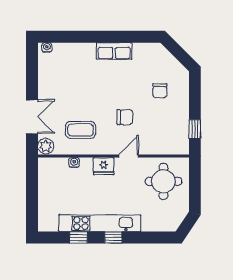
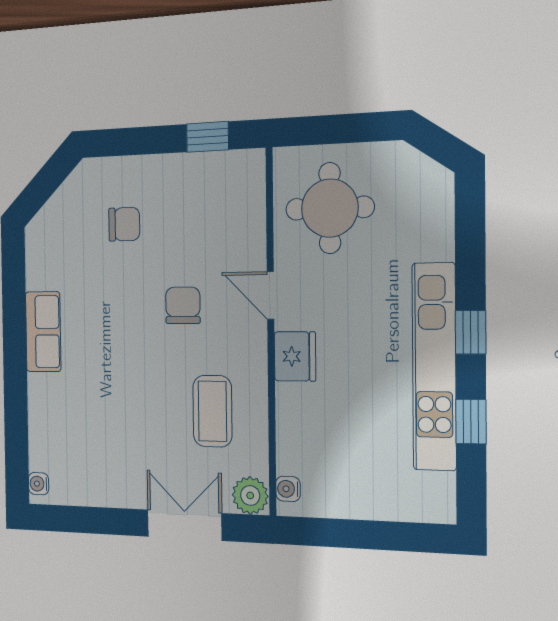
water cooler: (74, 163) -> (288, 489), moved

